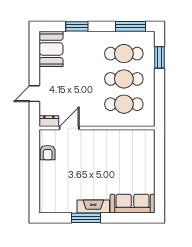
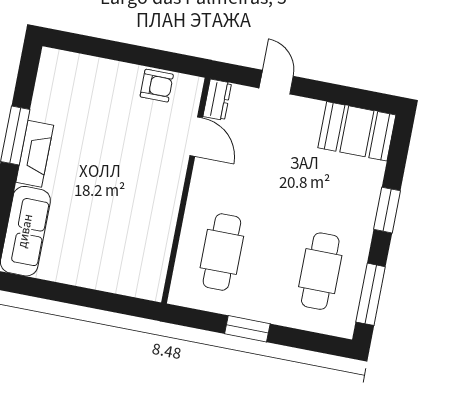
window: (77, 26) -> (387, 210), moved
window: (160, 57) -> (247, 329), moved
cafe table: (124, 79) -> (271, 262), removed
armchair: (48, 153) -> (157, 86), turned 180

